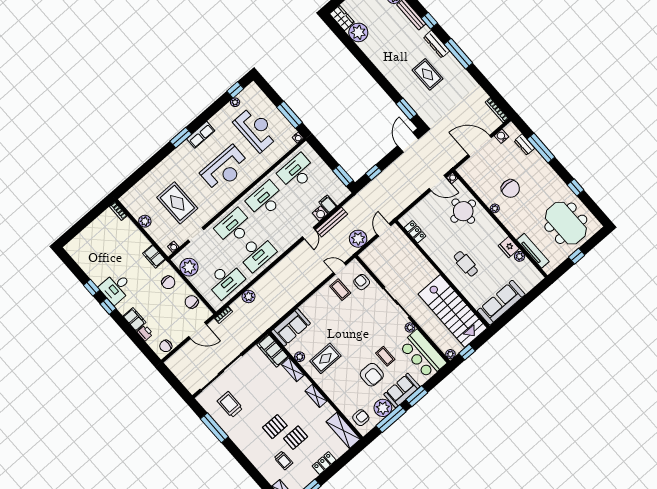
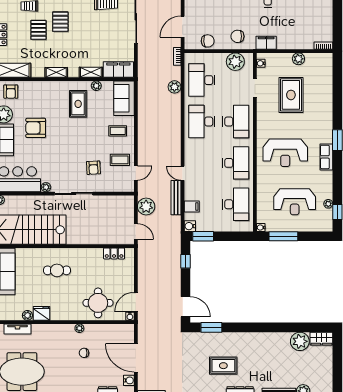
door: (480, 146) -> (136, 358), swing flipped
reception desk: (225, 169) -> (285, 153), turned -90
chair: (510, 189) -> (84, 353), width x0.54, depth x0.54
rug: (177, 203) -> (291, 95), turned 90
water cooler: (320, 213) -> (190, 226), moved
tv unit: (533, 251) -> (17, 329), width x0.71
armchair: (362, 282) -> (93, 168), moved, turned 87
coffee table: (385, 356) -> (118, 131), moved

